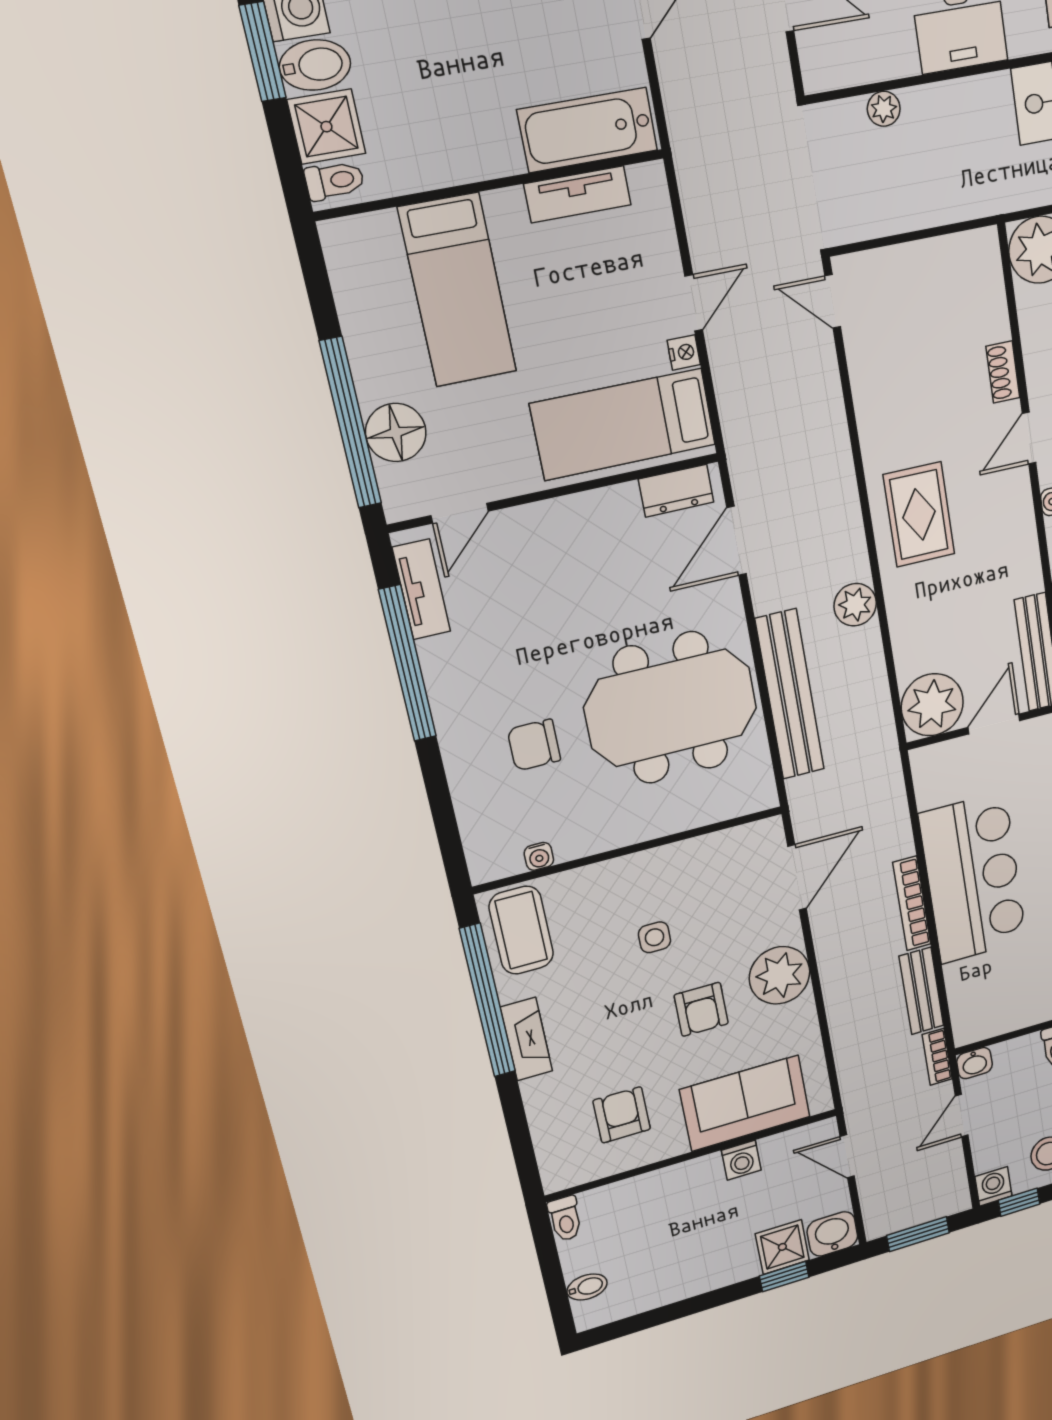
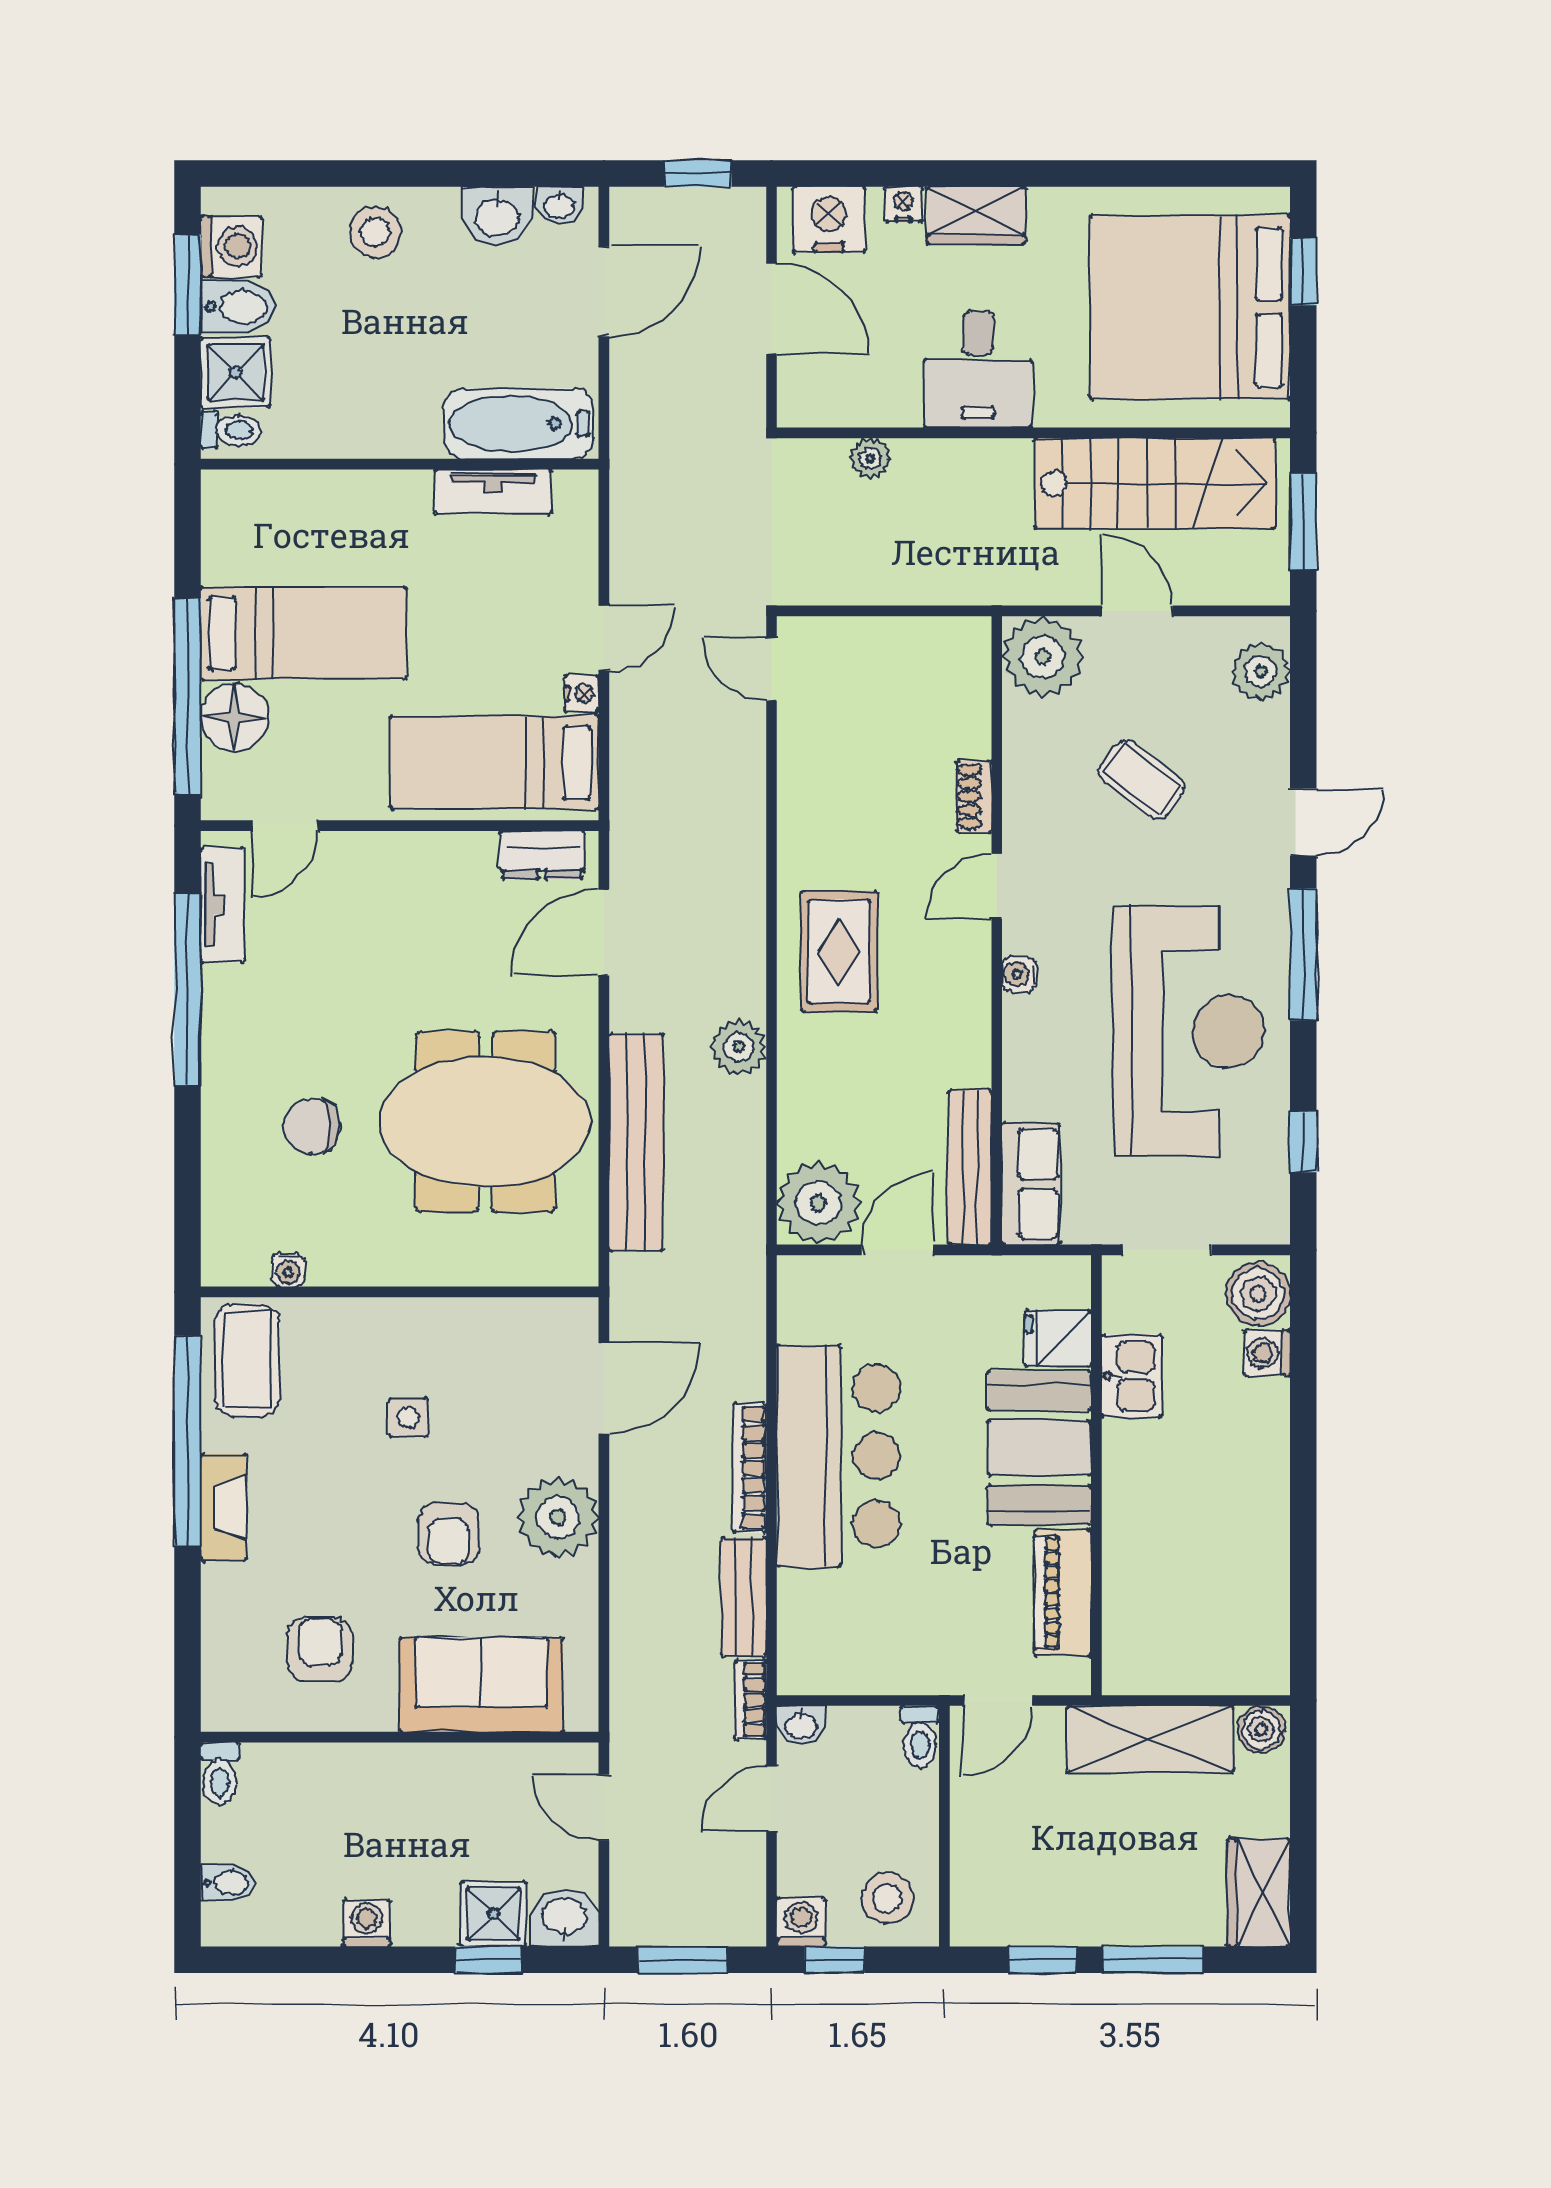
bed: (458, 290) -> (303, 633), moved, turned -90
washing machine: (741, 1160) -> (367, 1923), moved, turned 180

